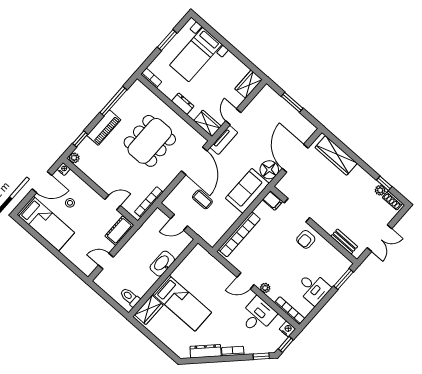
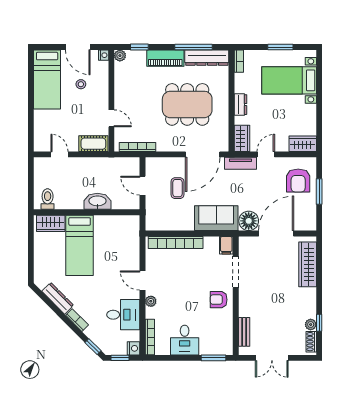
dresser: (129, 98) -> (207, 58), added
armchair: (272, 110) -> (298, 181), added

